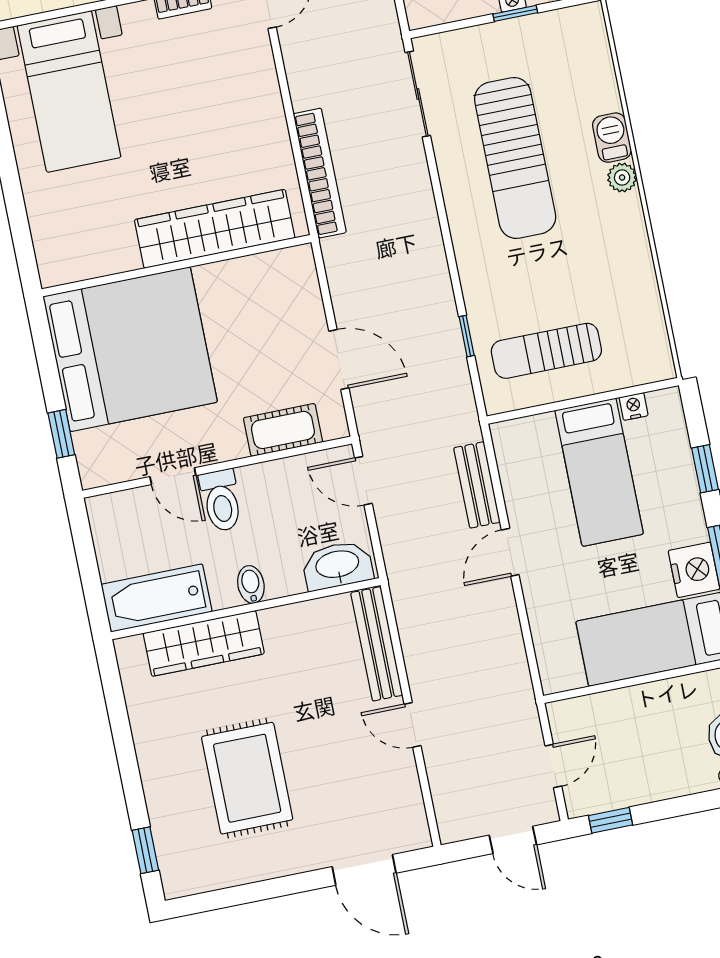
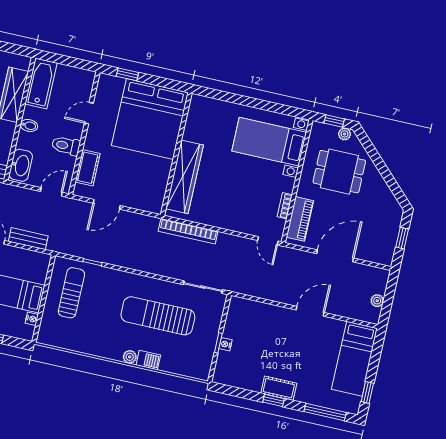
toilet: (221, 500) -> (66, 146), moved

